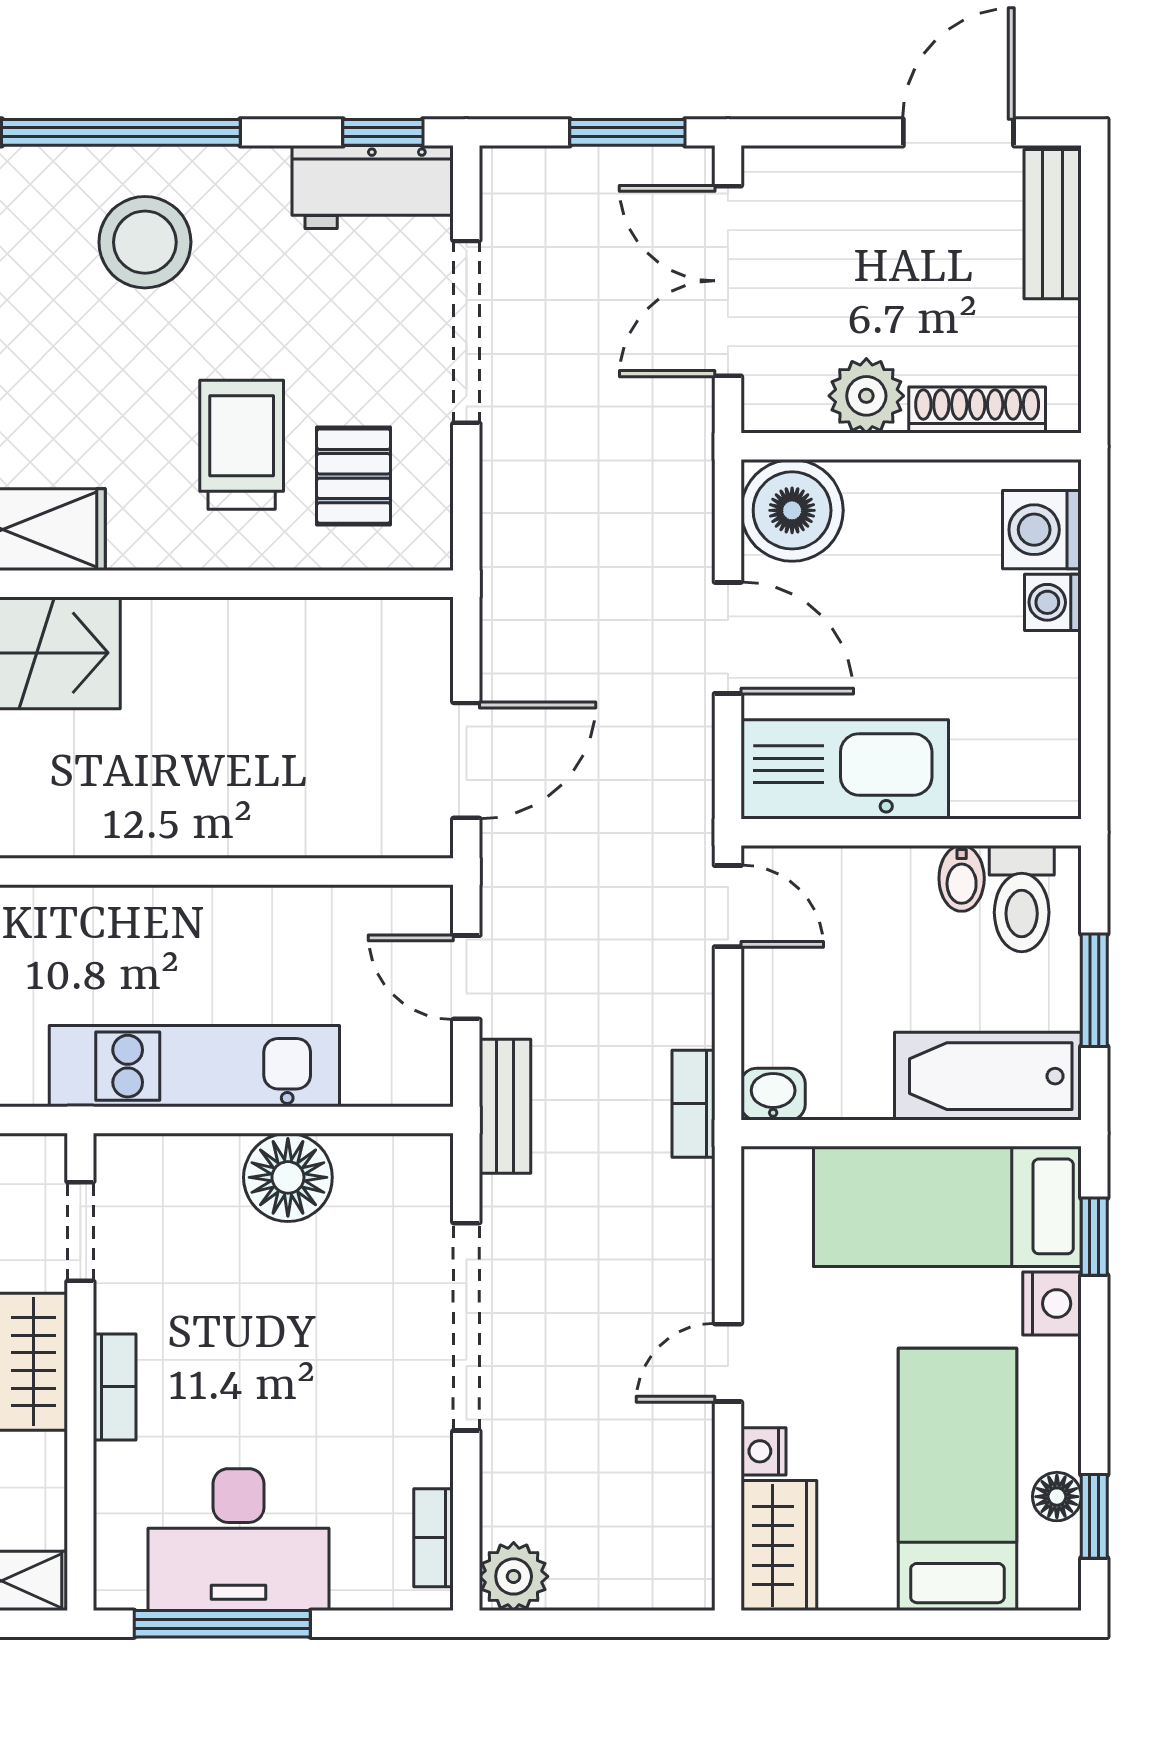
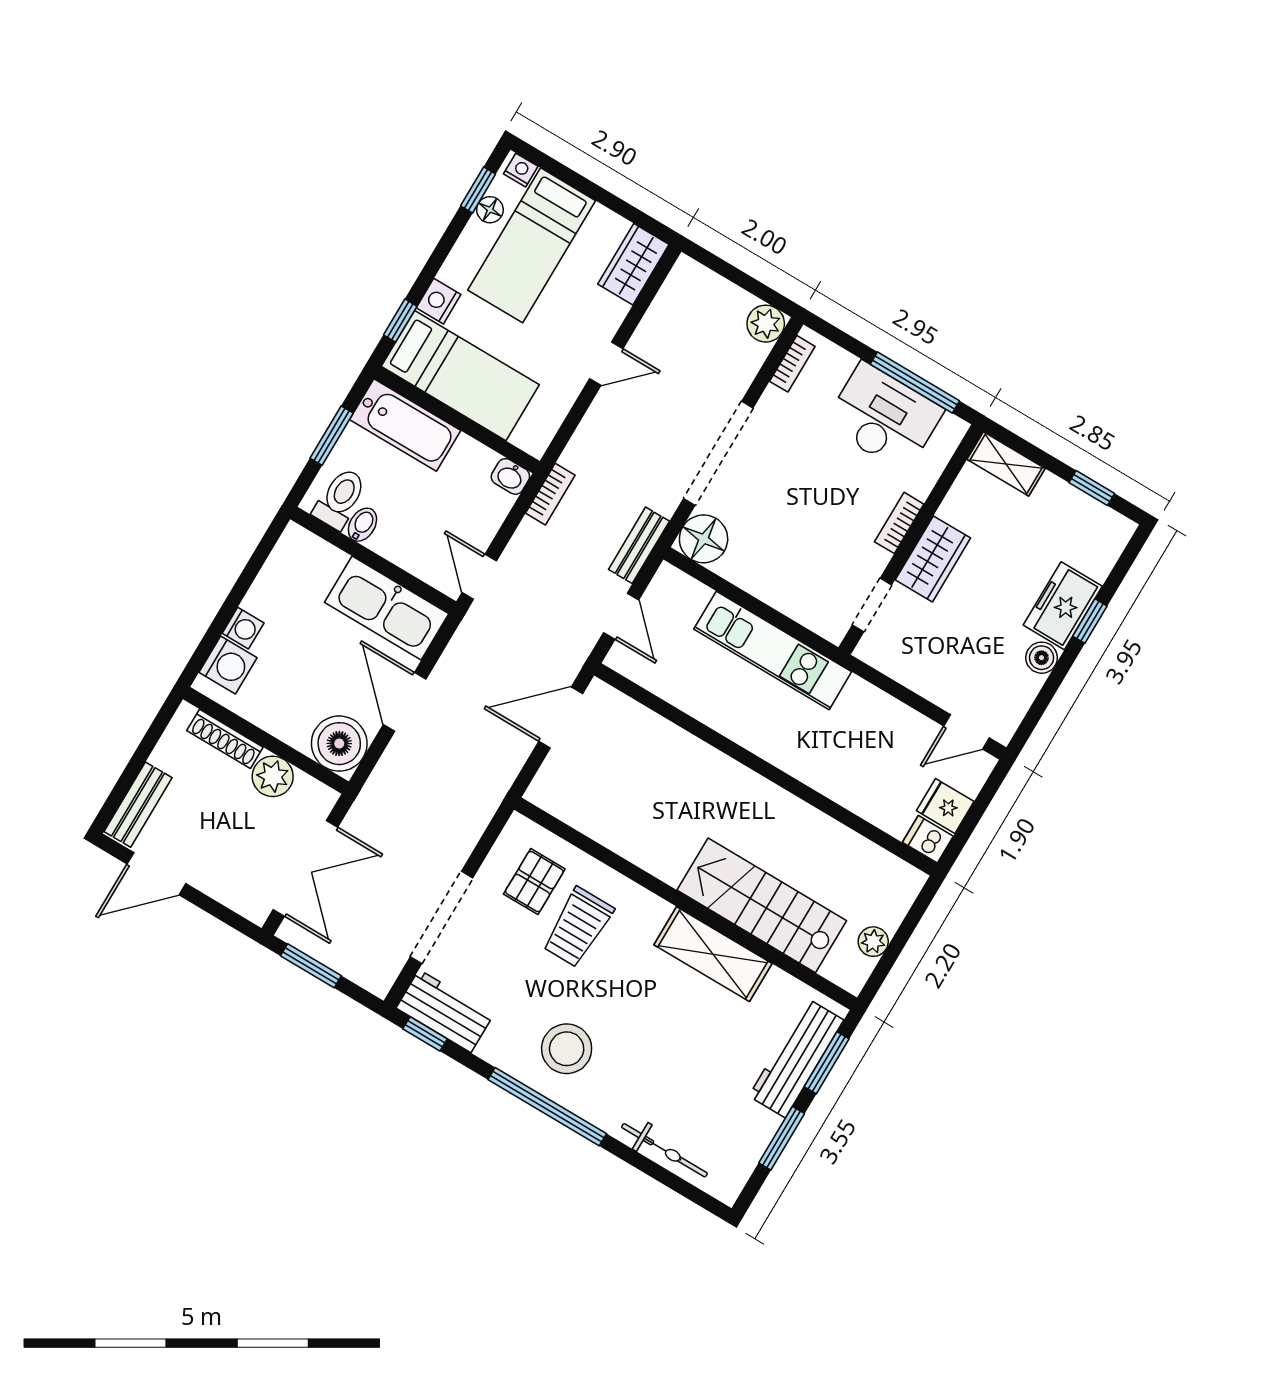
floor lamp: (288, 1177) -> (704, 539), moved
nightstand: (763, 1451) -> (521, 170), moved, turned -90

